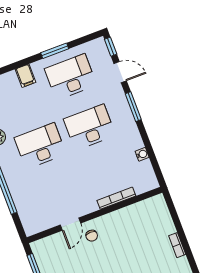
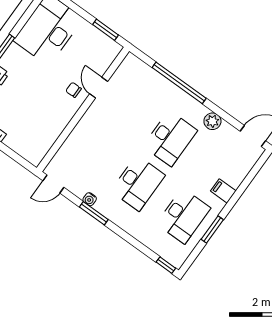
door: (120, 72) -> (53, 184), moved
window: (133, 107) -> (94, 213), moved
water cooler: (142, 154) -> (90, 199), moved
bookcase: (116, 198) -> (74, 137), removed

